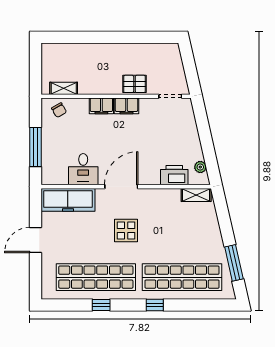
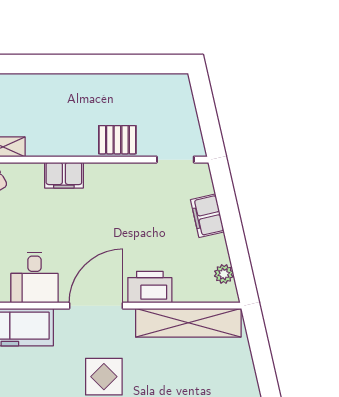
filing cabinet: (127, 106) -> (207, 216), moved, turned 77
printer: (174, 175) -> (150, 287), moved
shelving: (196, 195) -> (188, 323), width x2.20, depth x1.33

